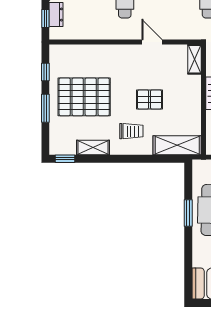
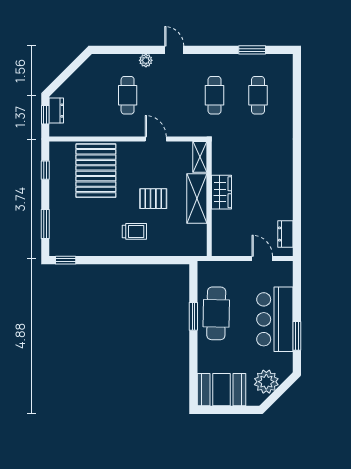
pallet: (84, 97) -> (96, 171), moved, turned 90
window: (45, 108) -> (45, 224), moved
shelving: (177, 145) -> (197, 199), moved, turned 90
shelving: (93, 147) -> (95, 248), removed

